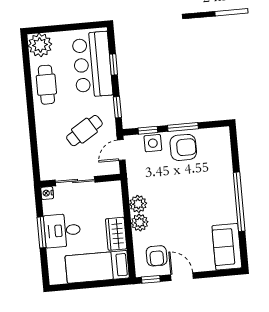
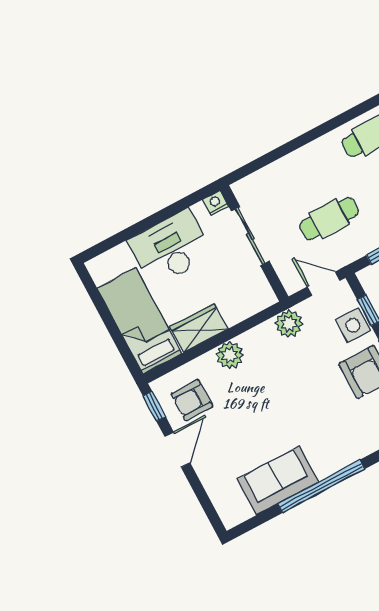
cafe table: (84, 131) -> (329, 219), turned -58
plant: (138, 204) -> (289, 324), moved
desk: (62, 231) -> (171, 248), width x1.37
window: (42, 232) -> (155, 219), removed
sofa: (227, 247) -> (278, 481), moved

